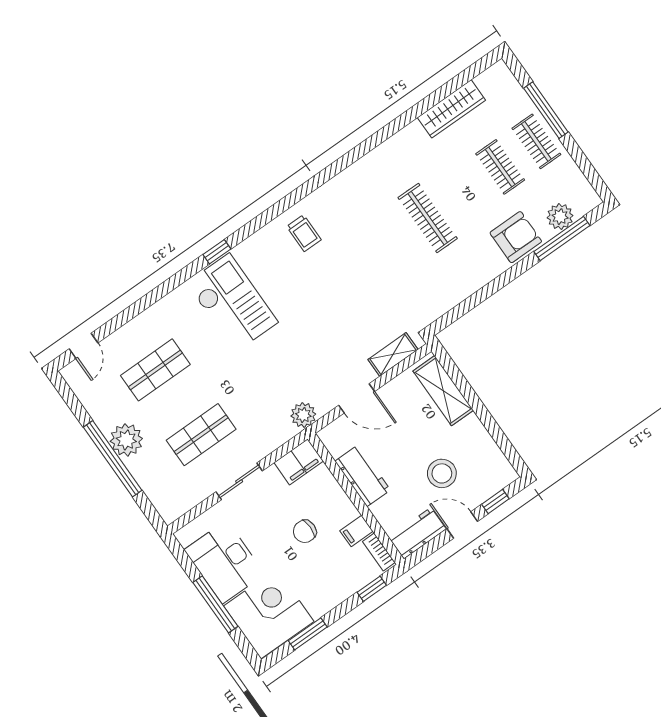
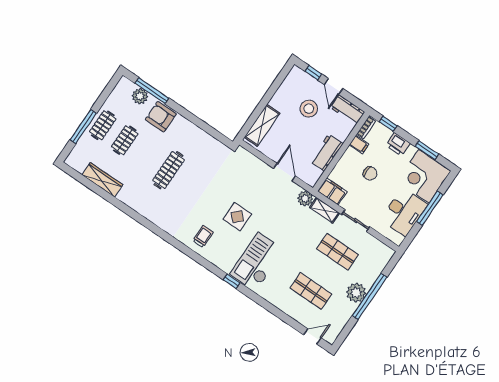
display table: (315, 298) -> (237, 217), added
shelving: (393, 354) -> (325, 210), moved
printer: (334, 592) -> (398, 144), added

